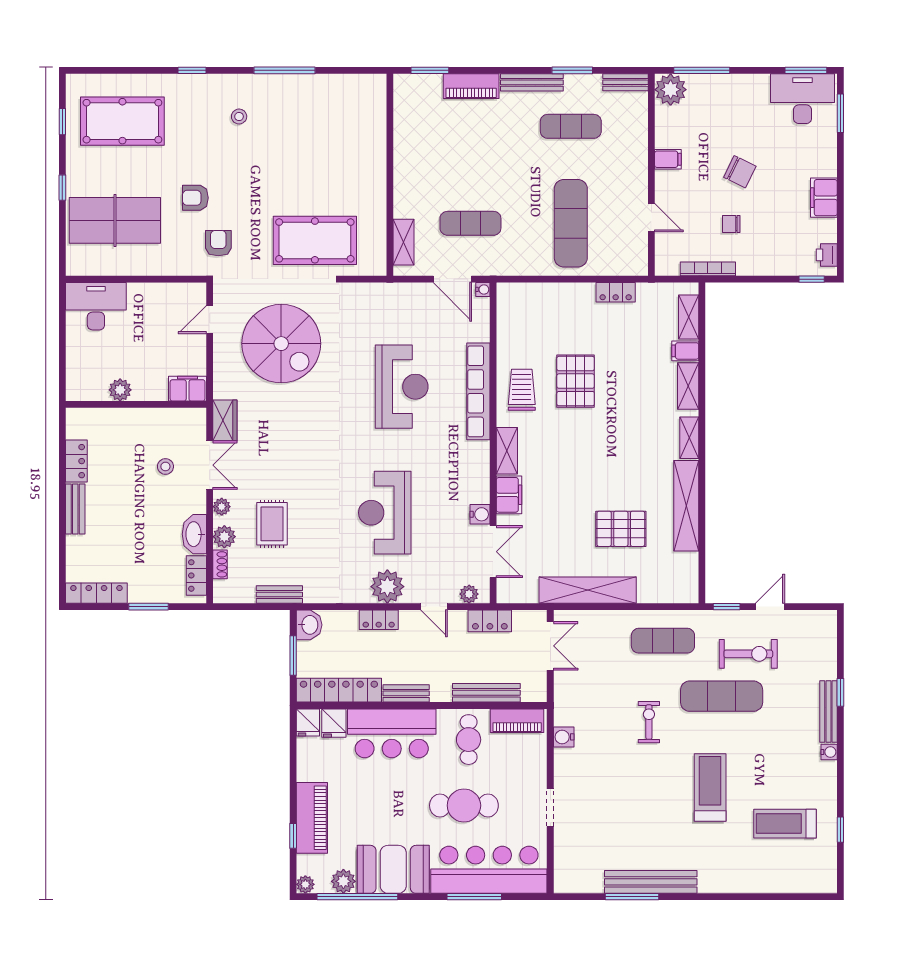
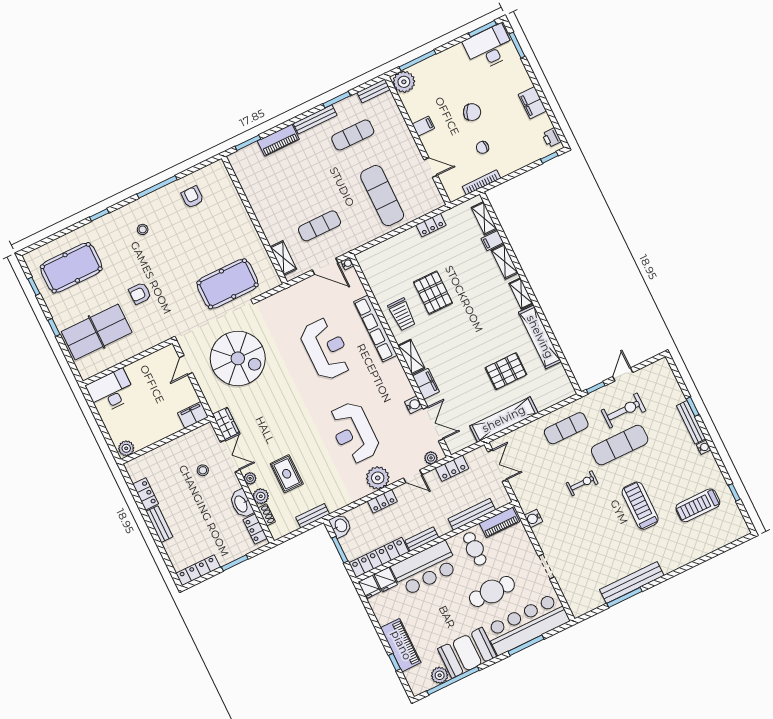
armchair: (218, 243) -> (192, 197), moved
plant: (120, 390) -> (126, 448), moved
trolley: (522, 390) -> (402, 314), turned 180
exercise bike: (649, 722) -> (582, 483), turned 90
plant: (305, 884) -> (417, 689), removed

